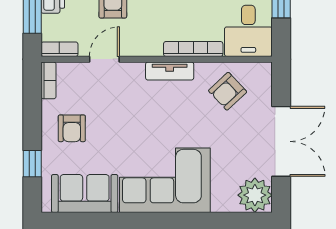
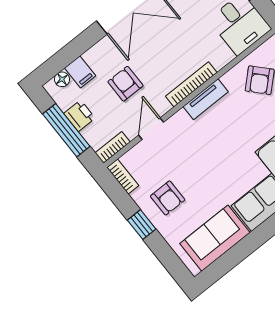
bookcase: (193, 49) -> (191, 84), moved
window: (32, 164) -> (142, 225), moved

